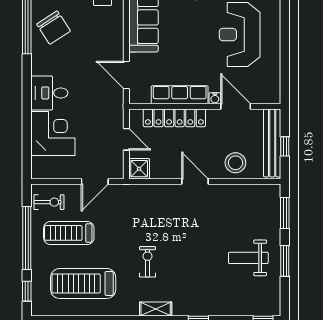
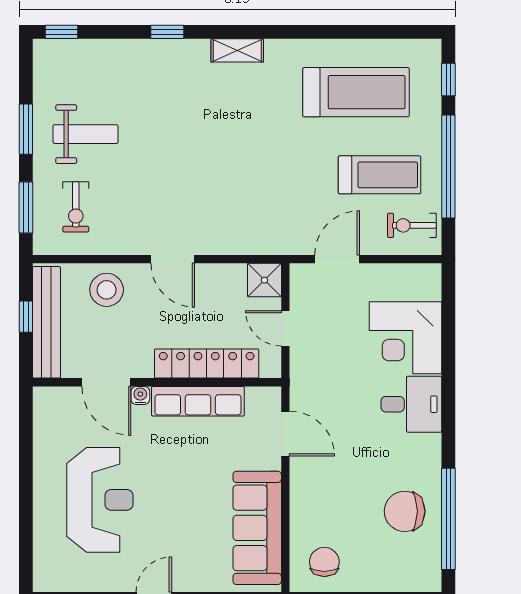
chair: (53, 28) -> (405, 511), turned -57
exercise bike: (148, 262) -> (76, 207), moved

